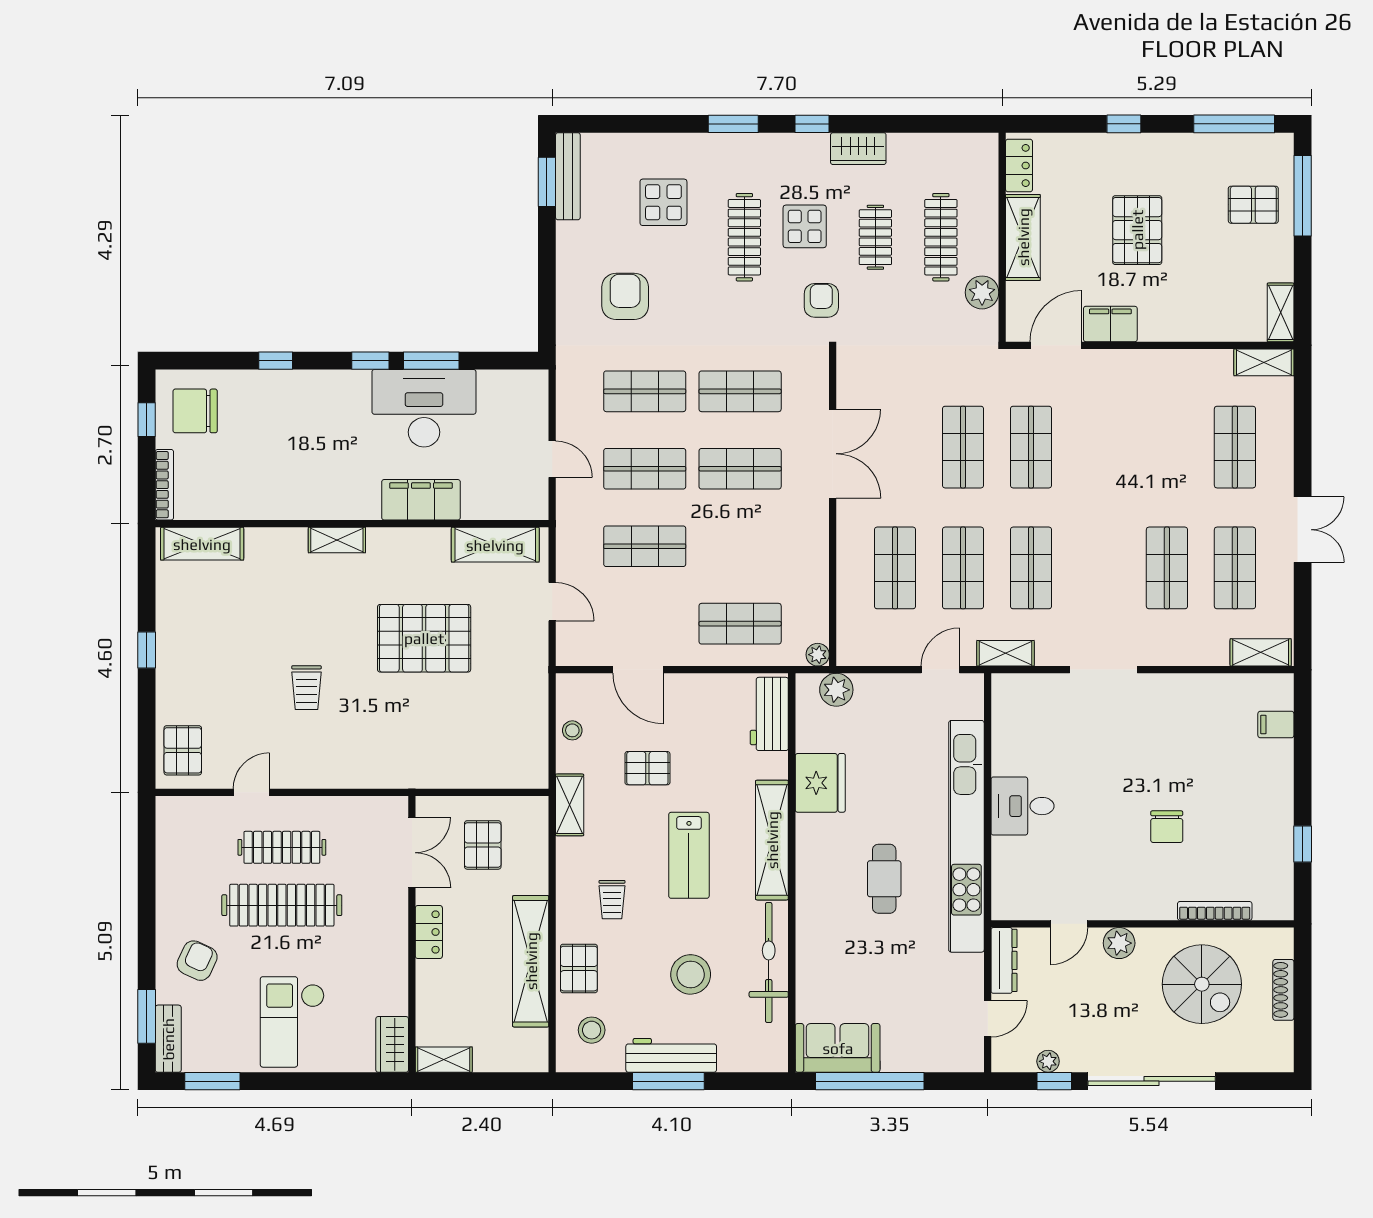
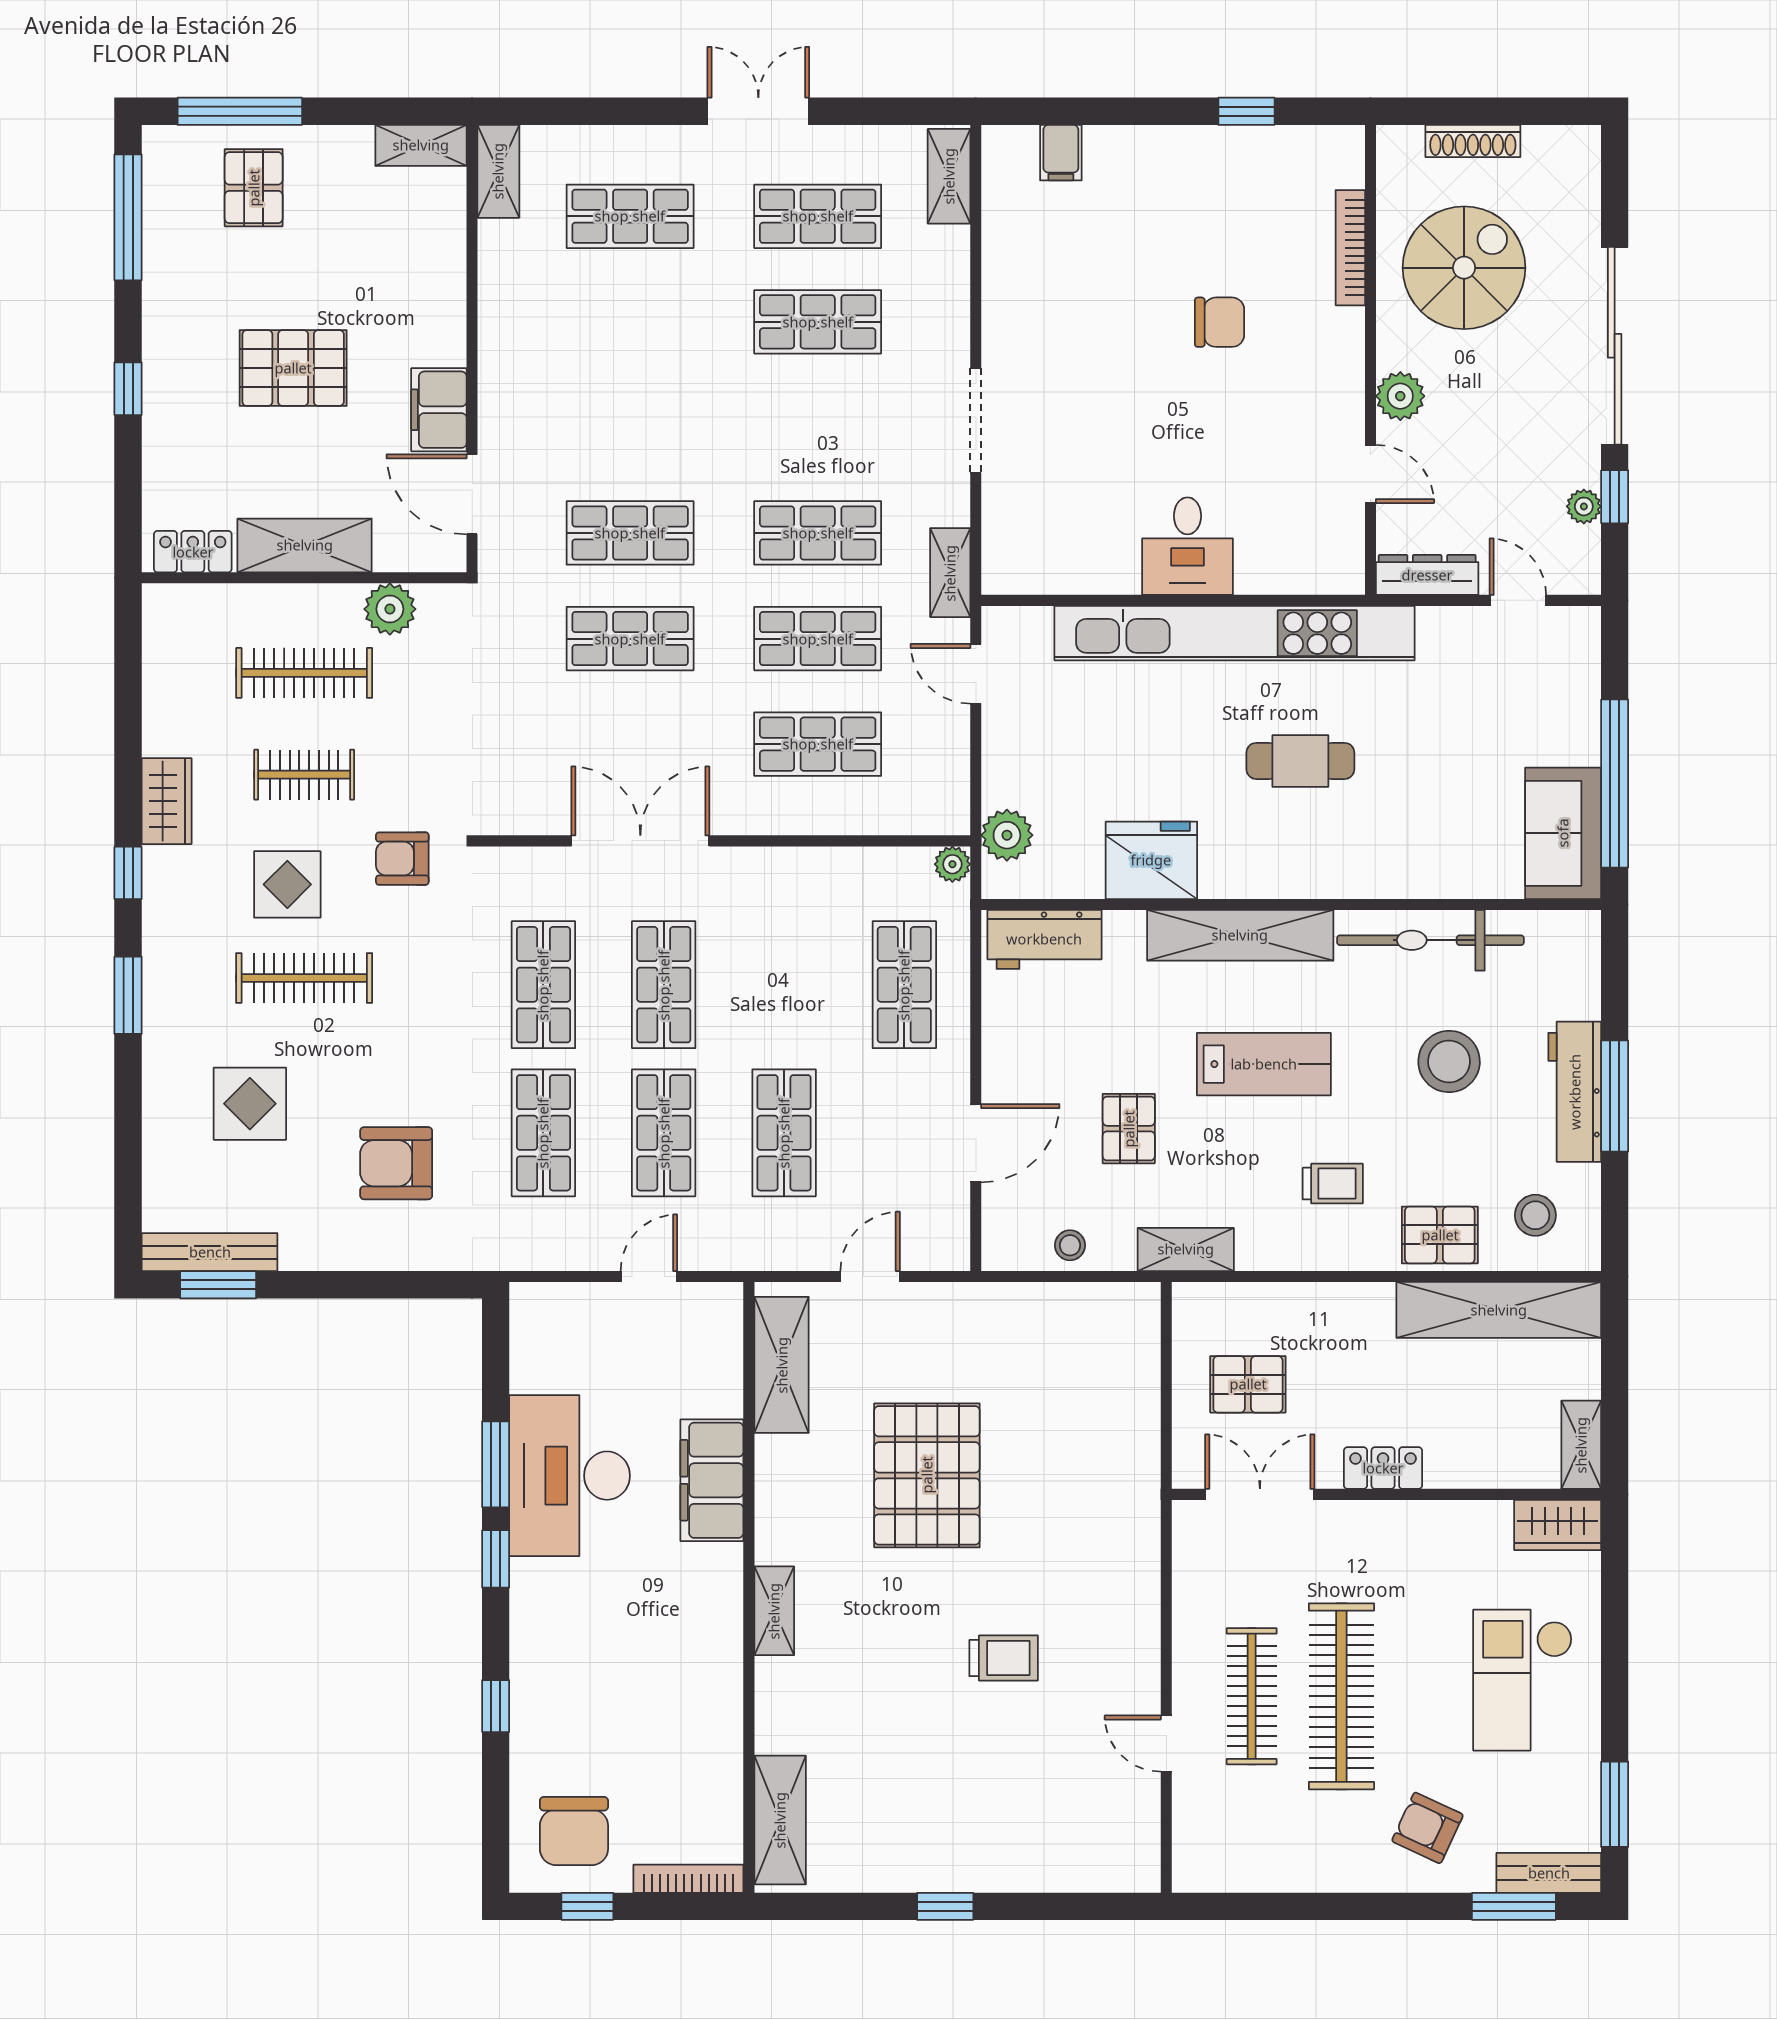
pallet: (183, 750) -> (1101, 1850), removed
shelving: (531, 961) -> (1499, 1310), moved
checkout: (292, 1022) -> (1523, 1680), turned 90

